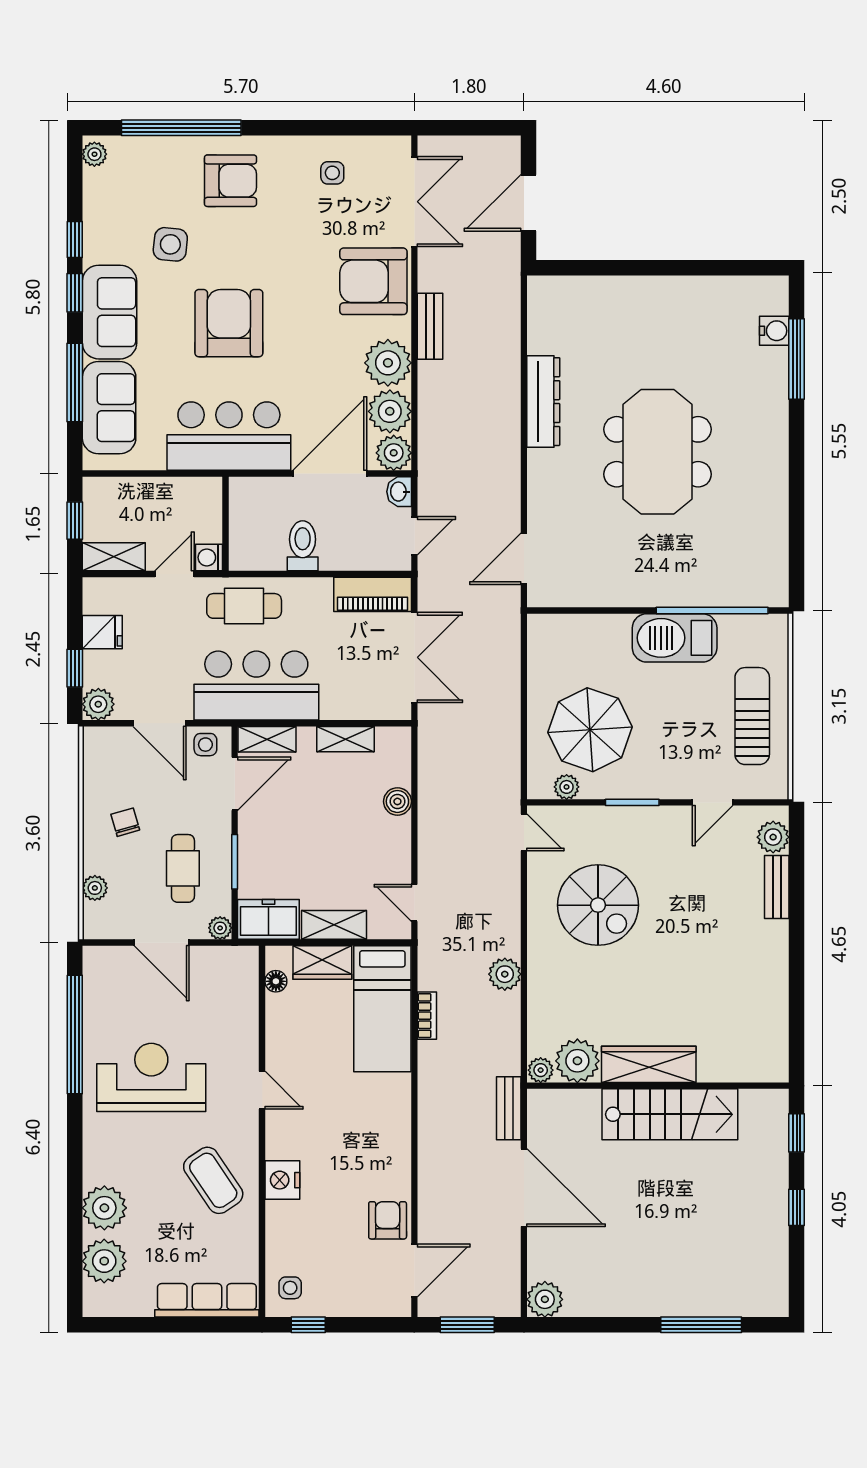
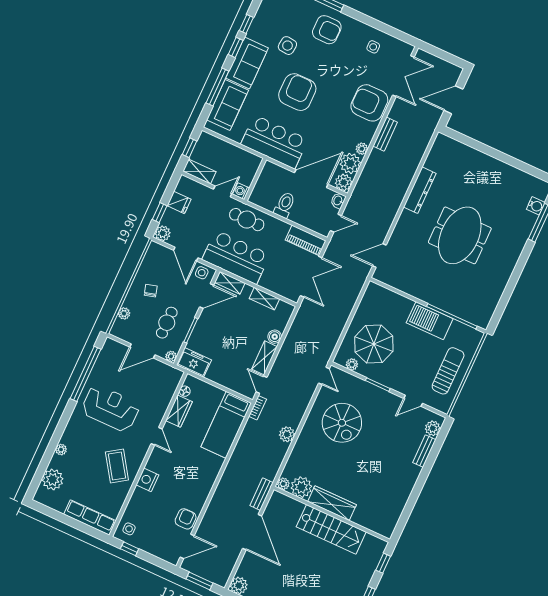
plant: (388, 363) -> (362, 149), width x0.53, depth x0.53
shelving: (334, 925) -> (264, 358), moved, turned 90
door: (162, 943) -> (142, 351), hinge flipped
wardrobe: (322, 963) -> (179, 411), moved, turned -90
bookcase: (427, 1016) -> (258, 408), moved
plant: (104, 1208) -> (61, 450), width x0.53, depth x0.53

